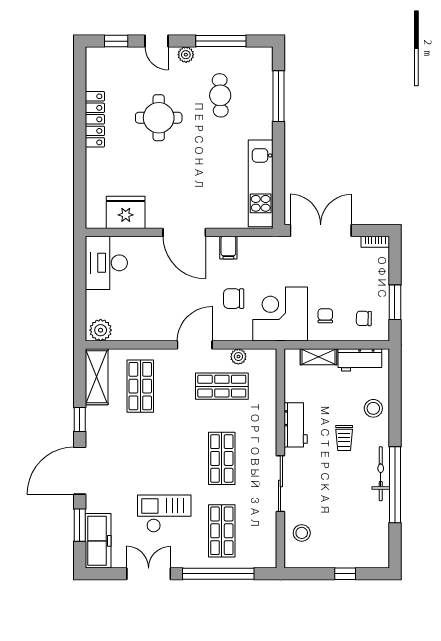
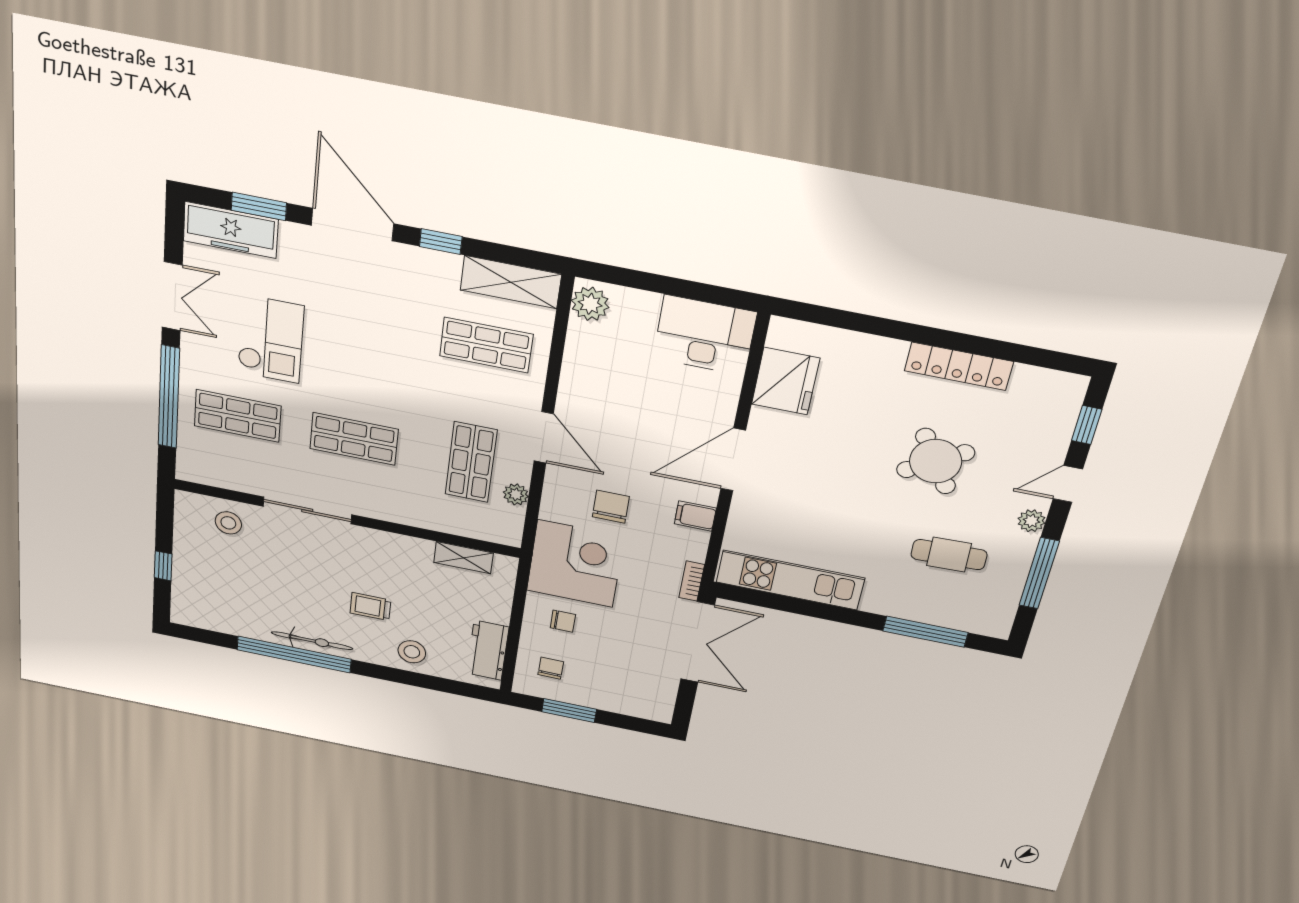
round table: (159, 118) -> (936, 461), turned -32
bookcase: (375, 242) -> (692, 581), moved
shelving: (319, 357) -> (463, 558), moved, turned 90
workbench: (296, 425) -> (397, 549), removed

